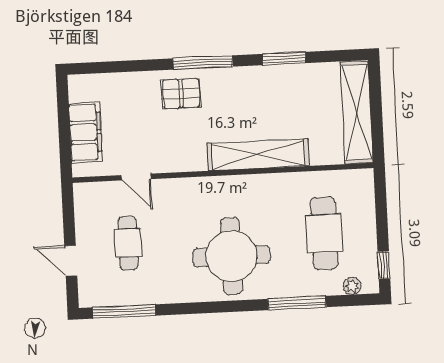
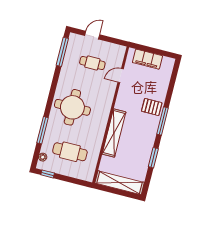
pallet: (181, 94) -> (152, 107), turned 90

